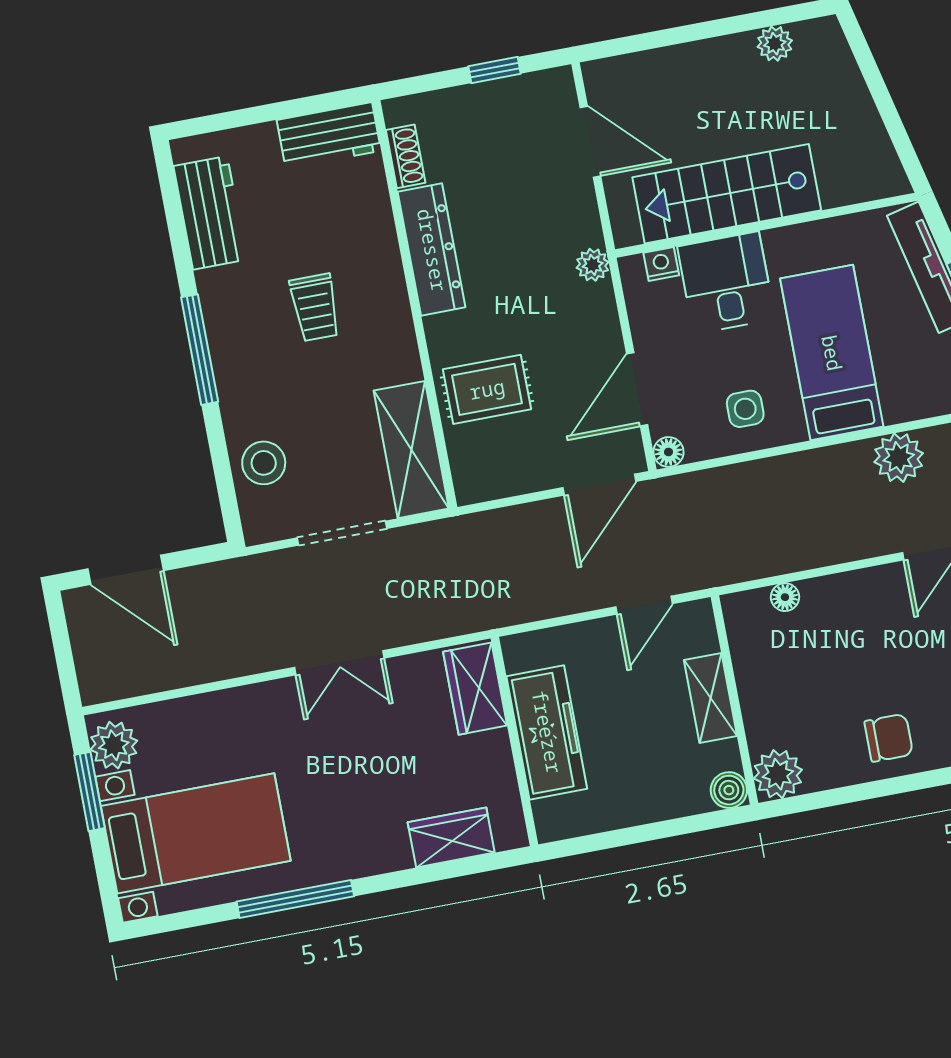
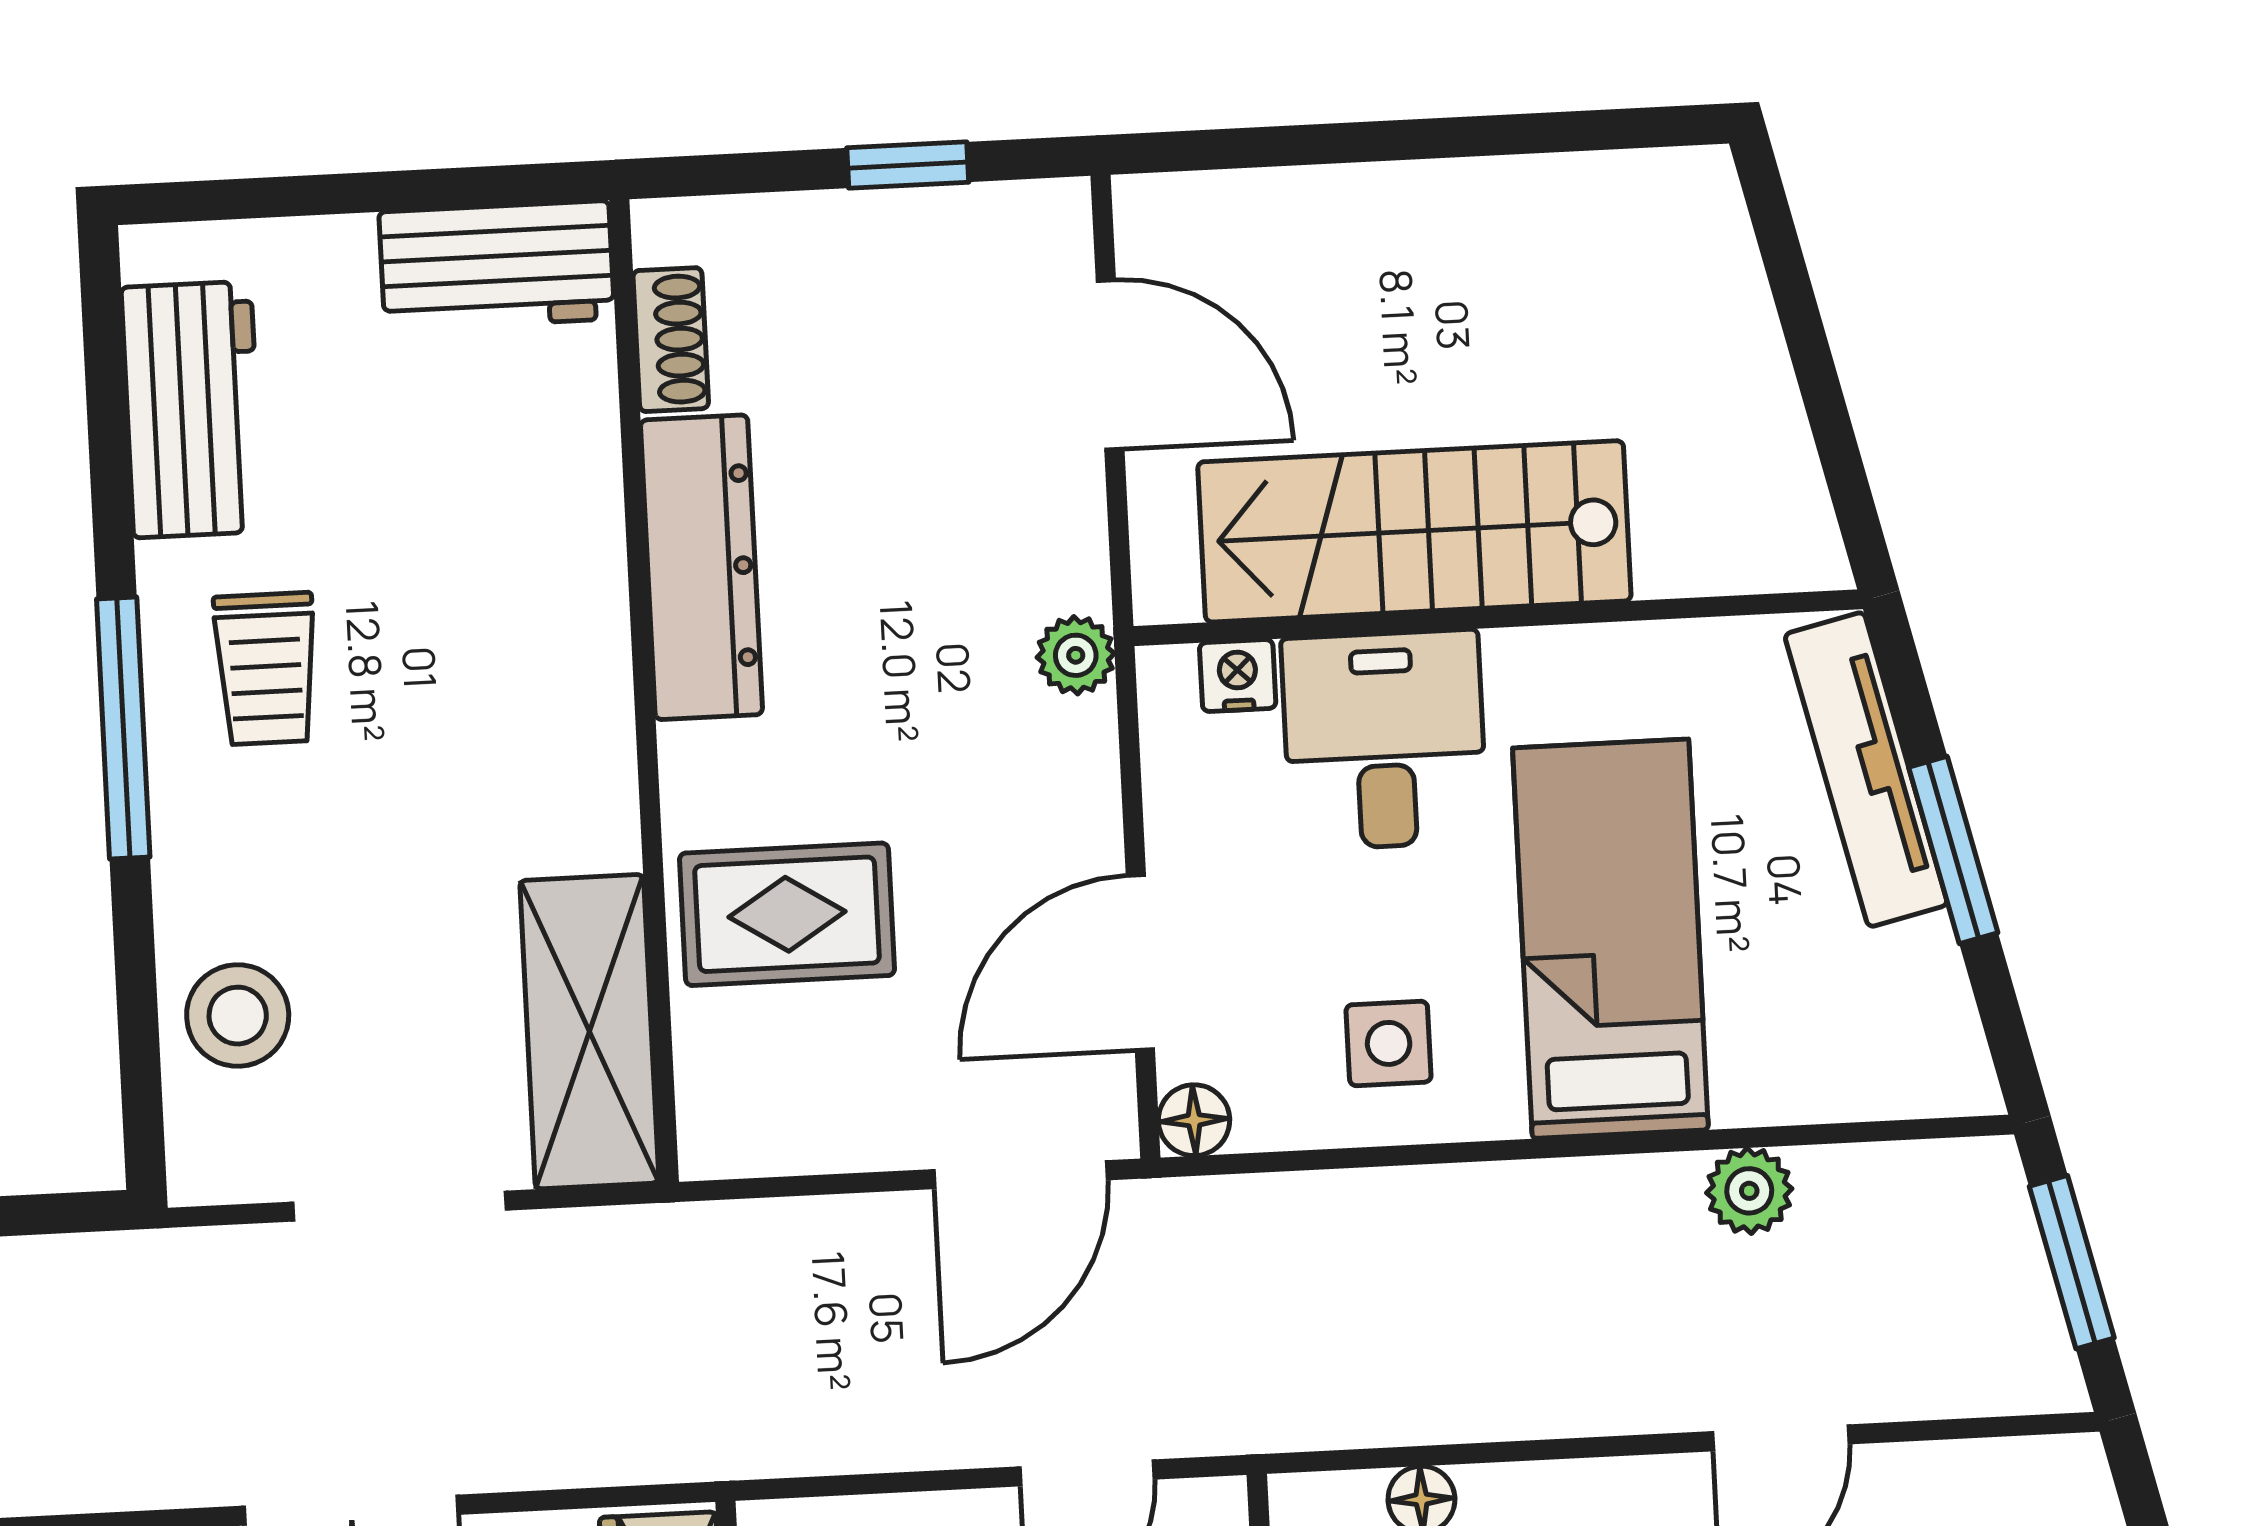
plant: (775, 44) -> (1576, 193), removed
trolley: (315, 307) -> (266, 669), moved
plant: (899, 458) -> (1749, 1191), width x0.73, depth x0.73

